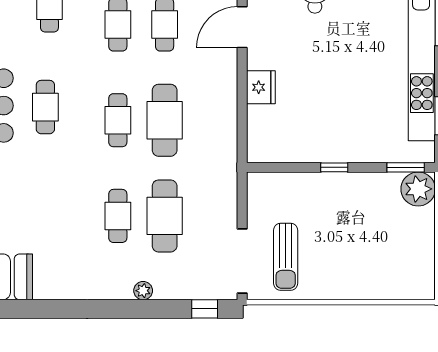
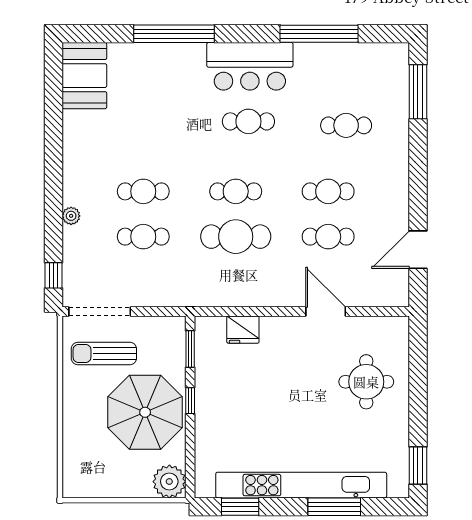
fridge: (261, 87) -> (243, 330), moved
window: (406, 167) -> (190, 349), moved
parasol: (346, 214) -> (145, 412), added
cafe table: (165, 216) -> (143, 237), width x0.73, depth x0.74

